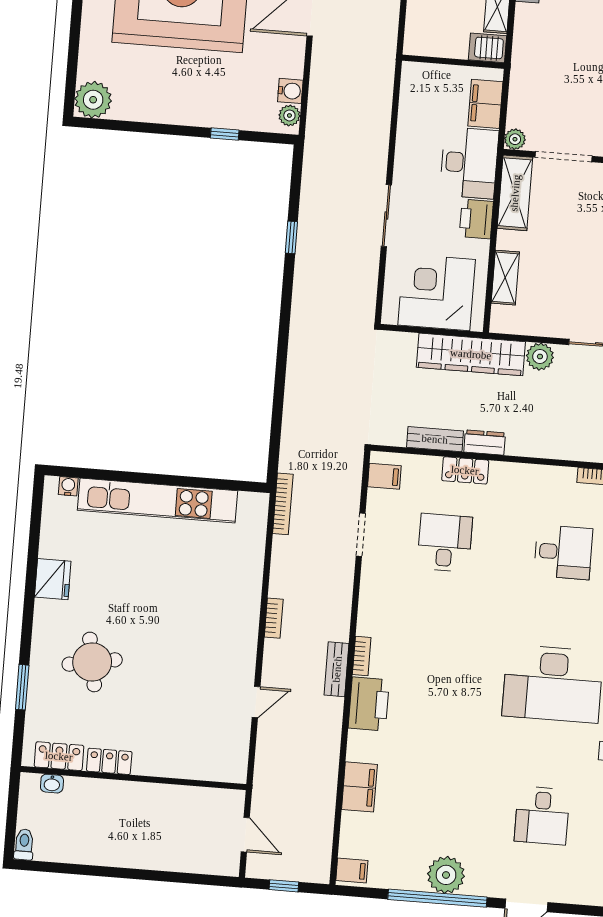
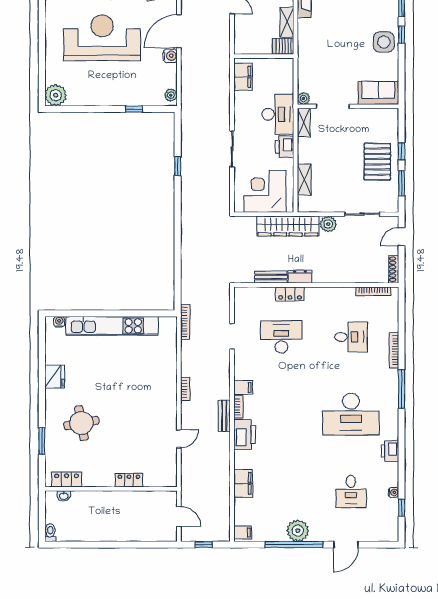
water cooler: (290, 91) -> (170, 56), moved
filing cabinet: (485, 104) -> (243, 77), moved, turned 180
shelving: (515, 193) -> (304, 122), width x0.67, depth x0.75
filing cabinet: (384, 476) -> (243, 387), moved
desk: (445, 543) -> (281, 337), width x1.37
locker: (109, 761) -> (129, 480), moved

